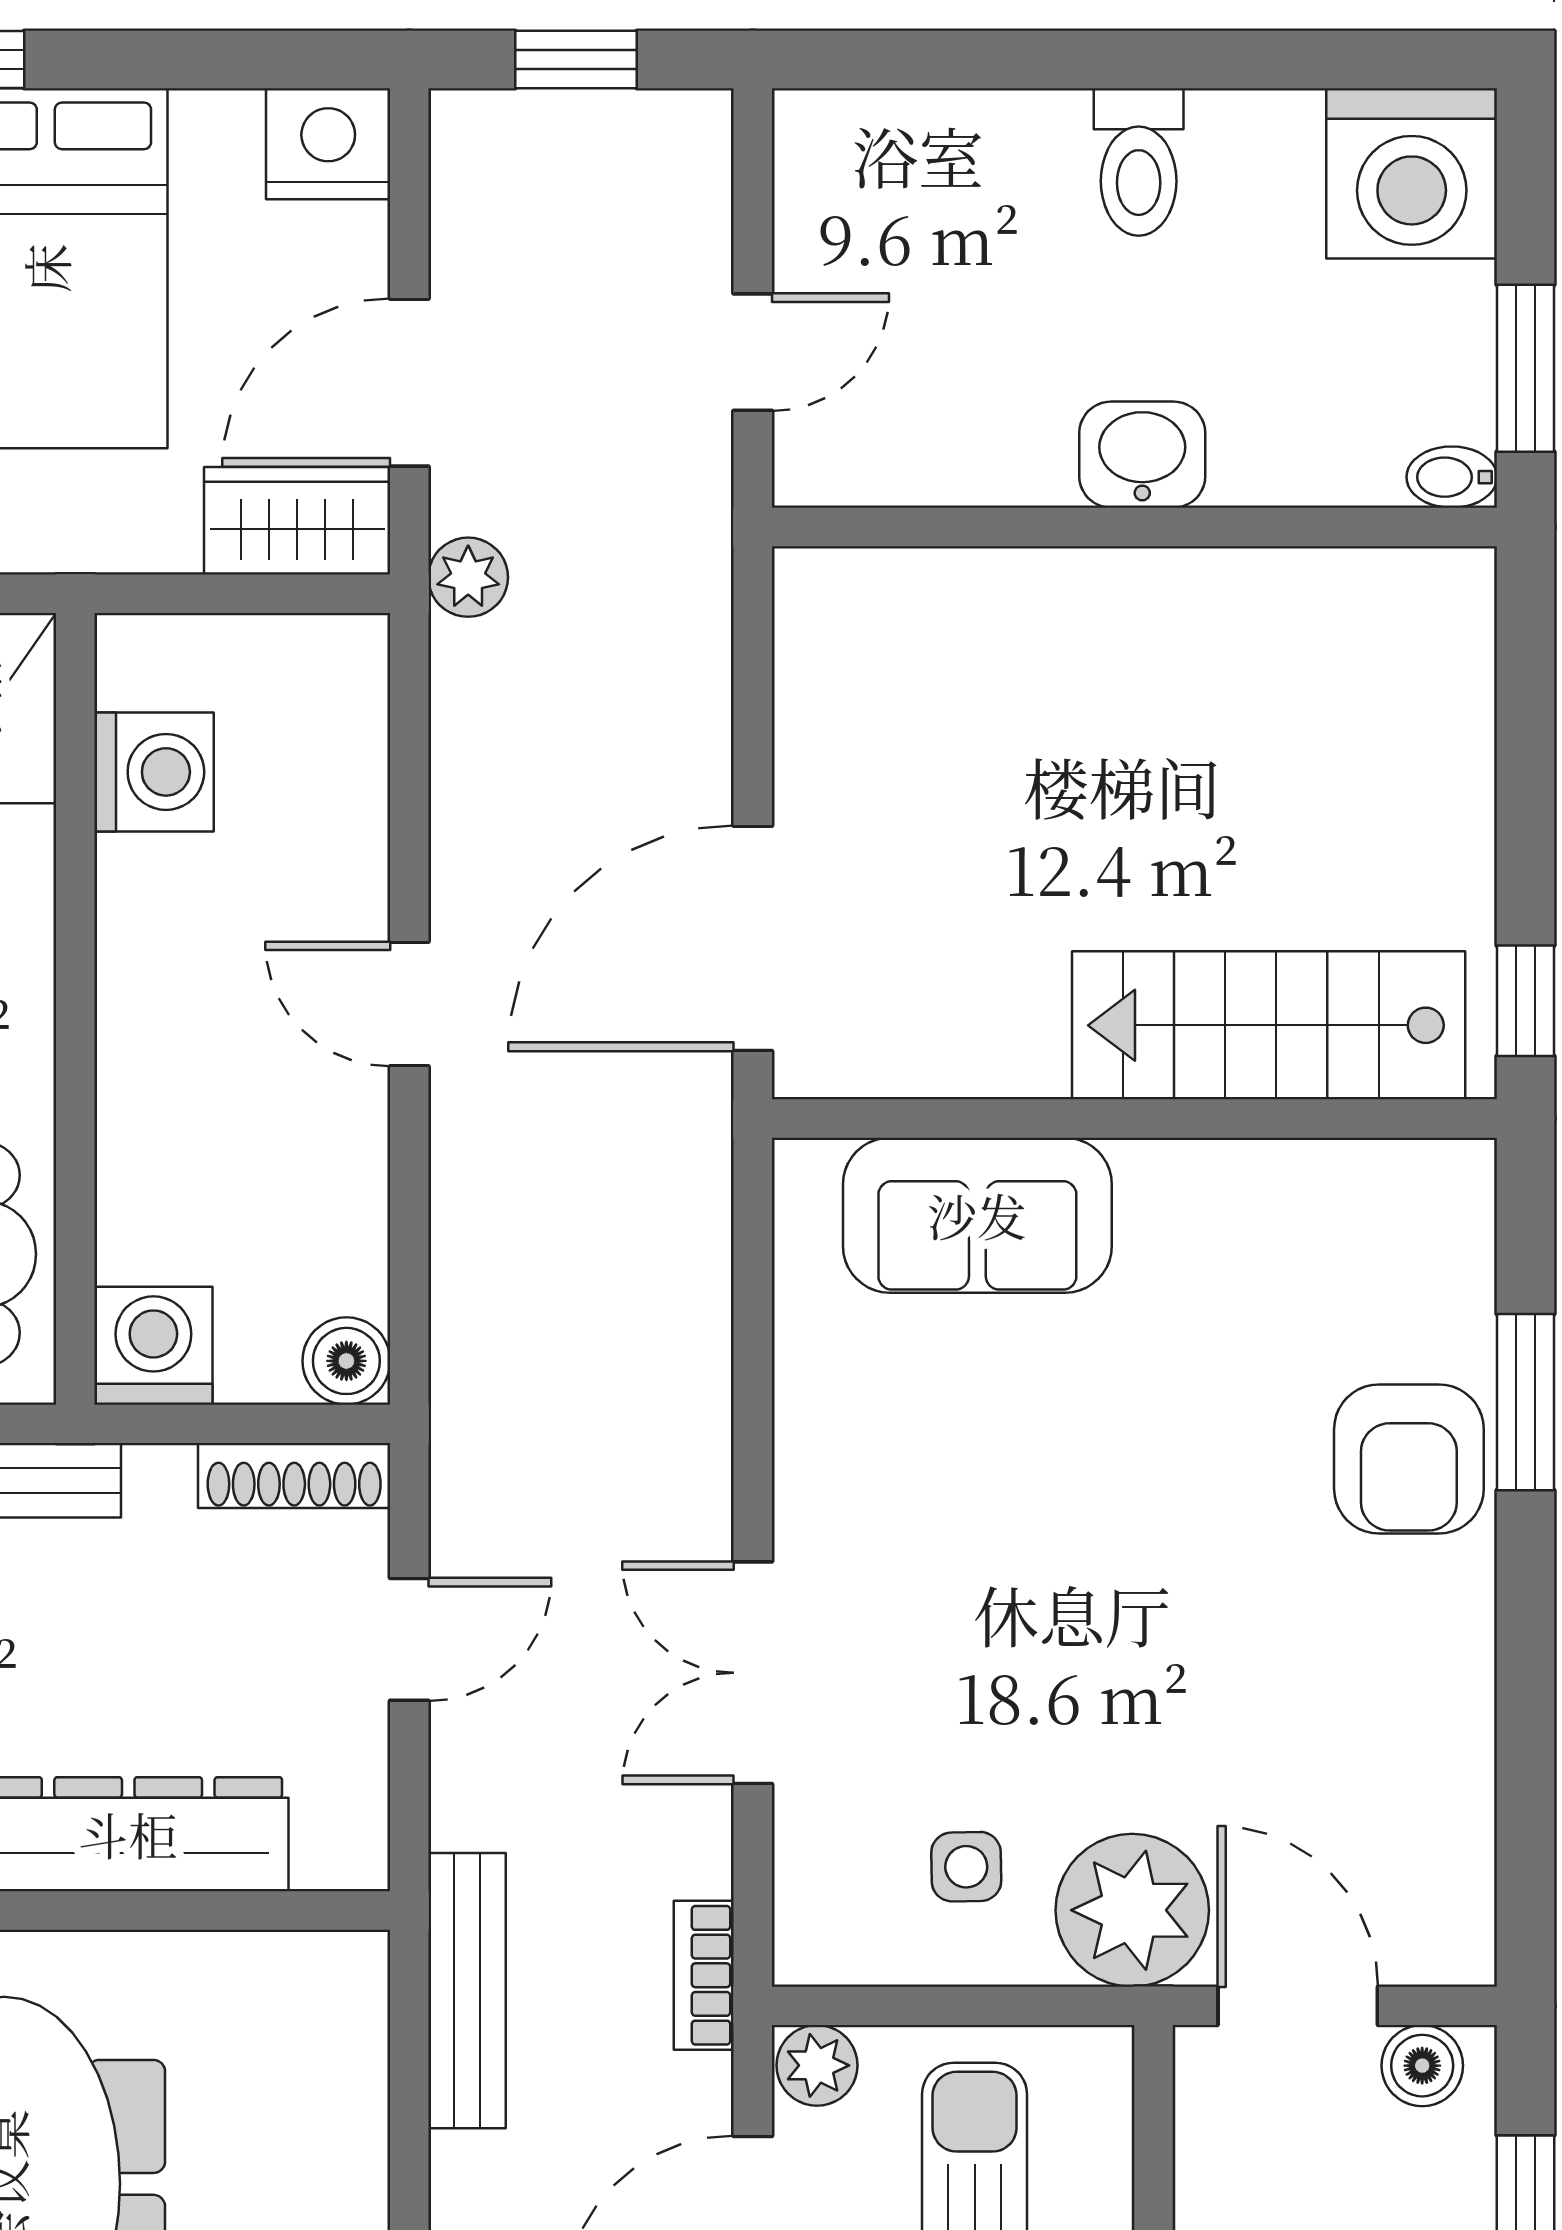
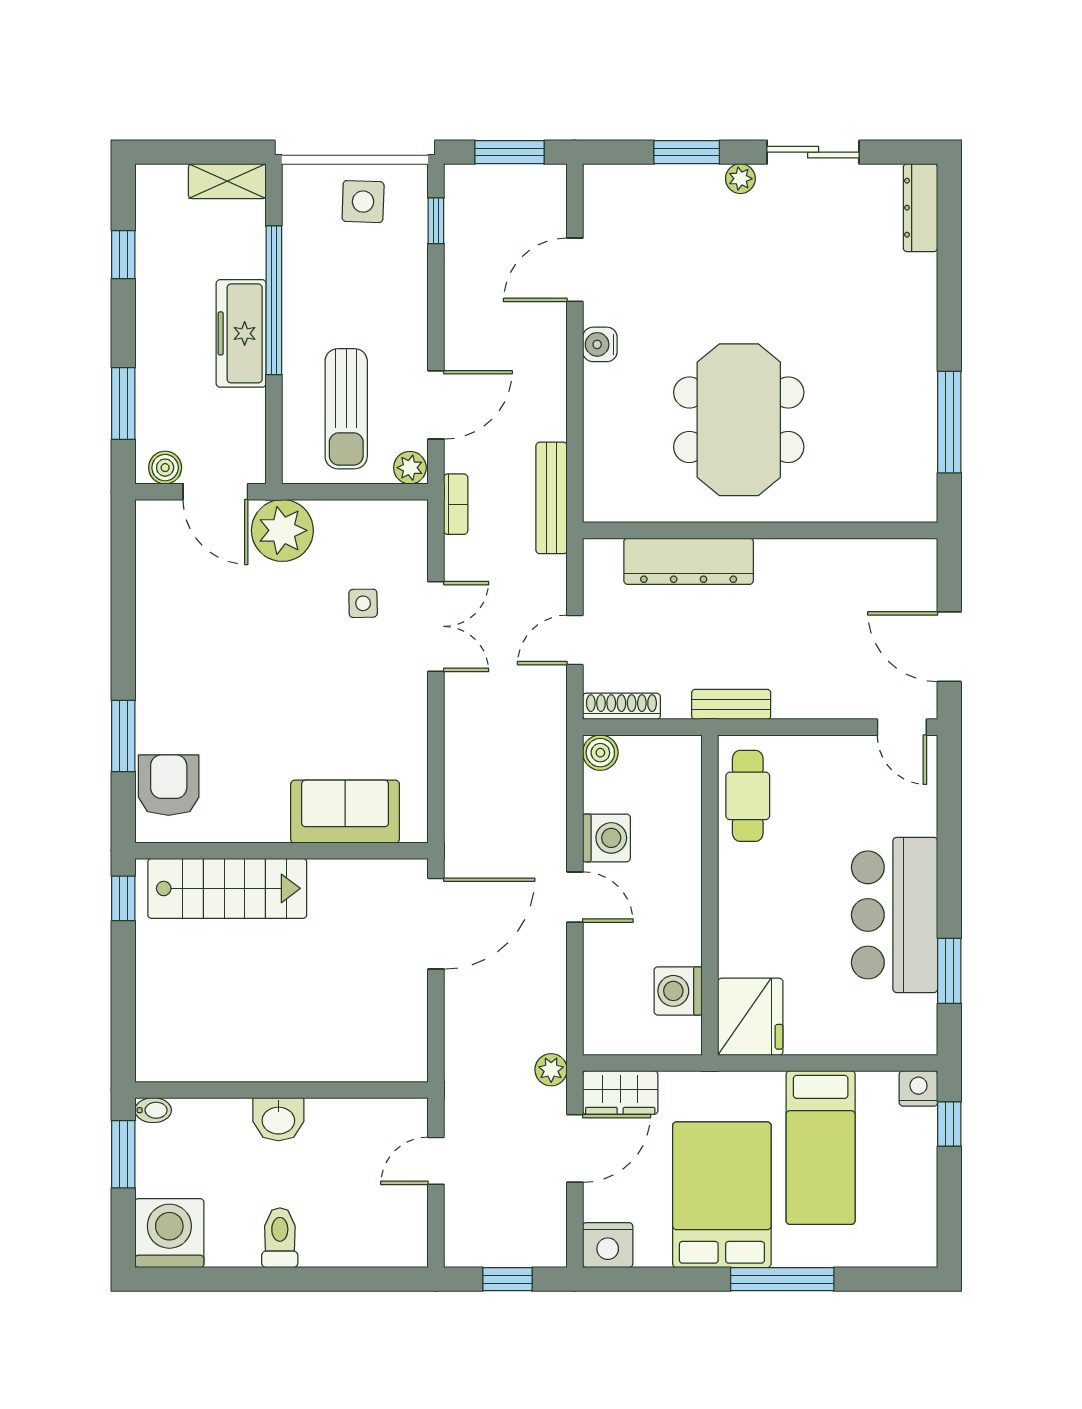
washing machine: (153, 1346) -> (606, 838), moved, turned -90
armchair: (1409, 1459) -> (169, 785), moved
side table: (966, 1867) -> (363, 603), moved

